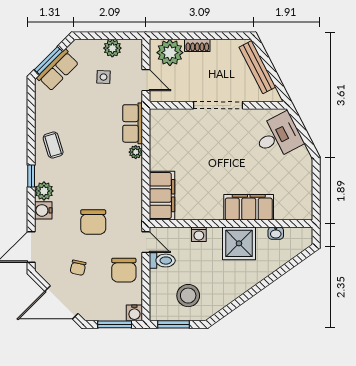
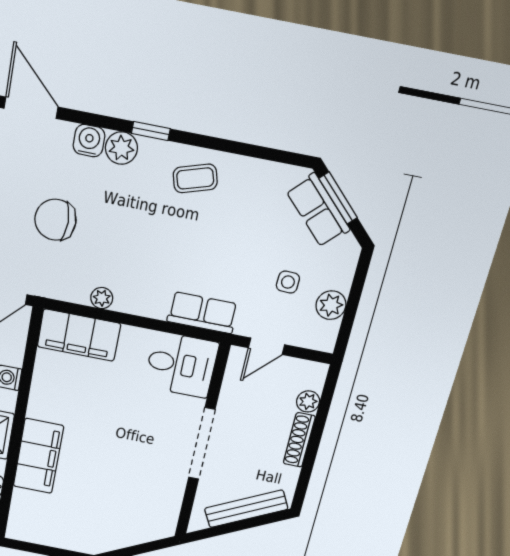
shoe rack: (197, 45) -> (299, 440), width x1.43
plant: (170, 53) -> (308, 401), width x0.53, depth x0.53
desk: (278, 136) -> (181, 365), moved, turned -63
plant: (136, 152) -> (102, 298), moved

